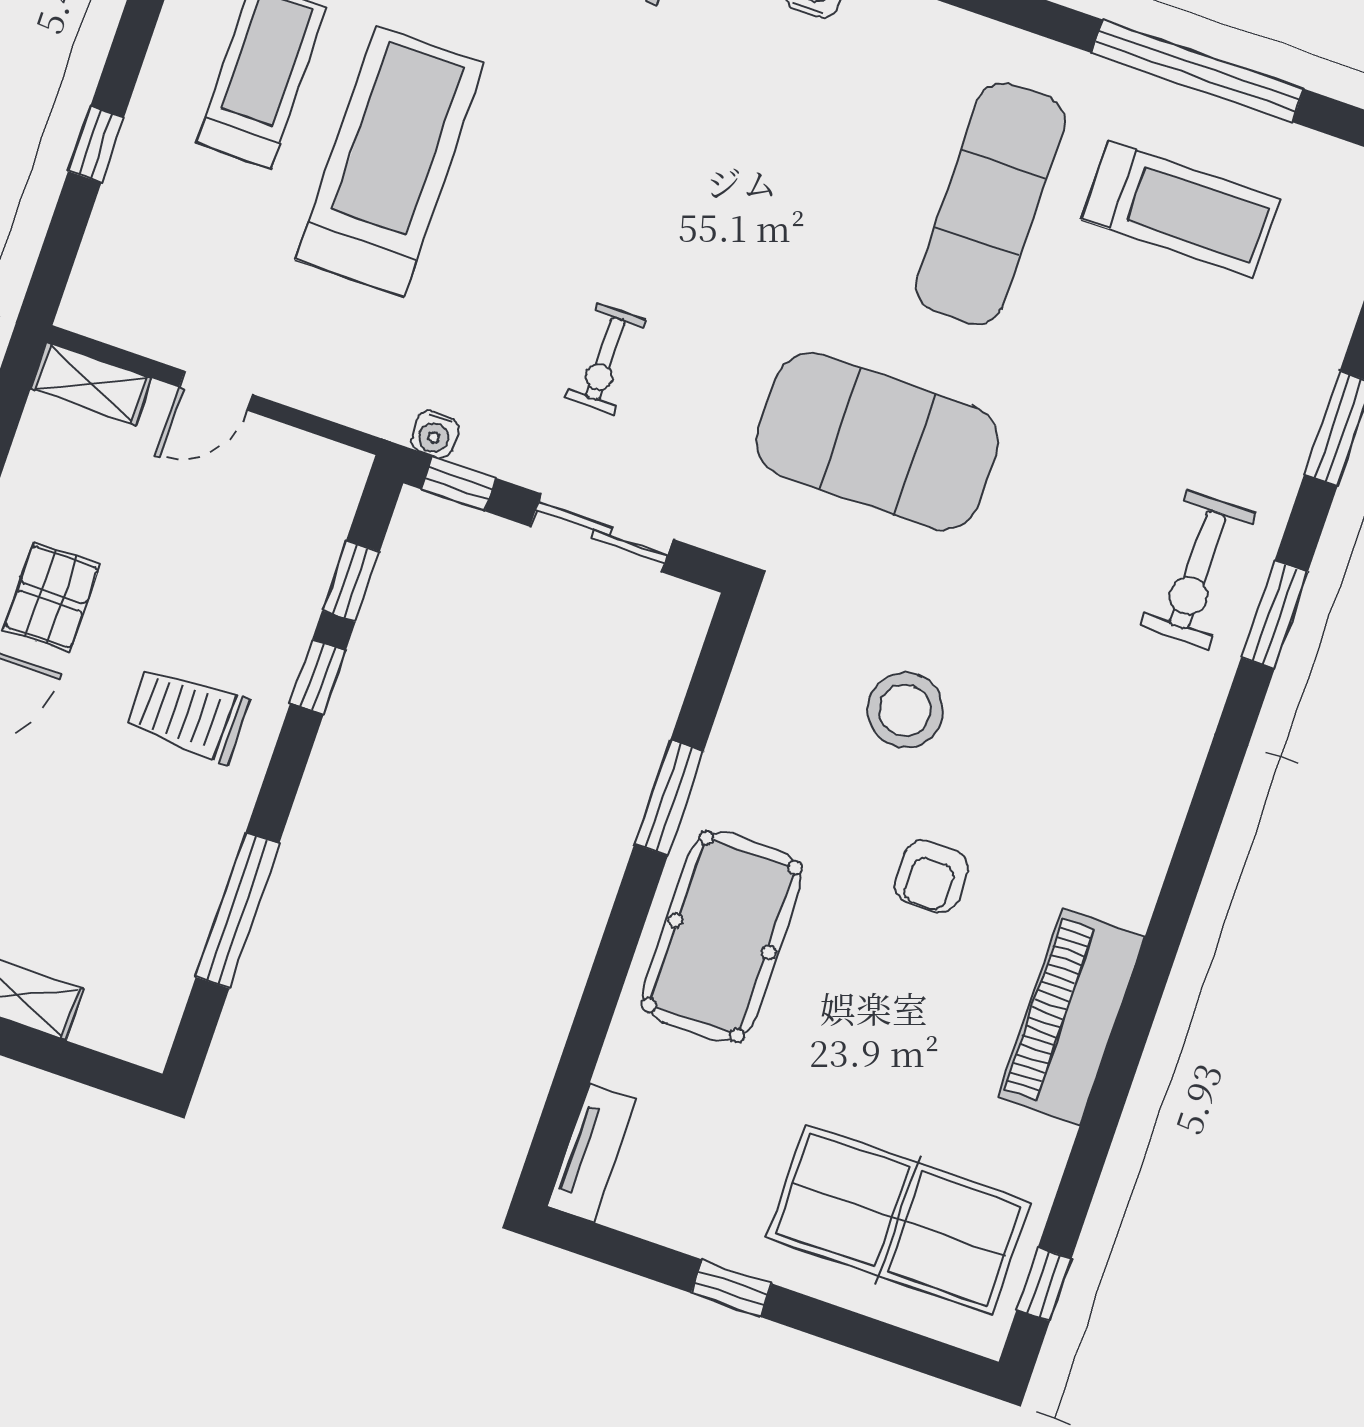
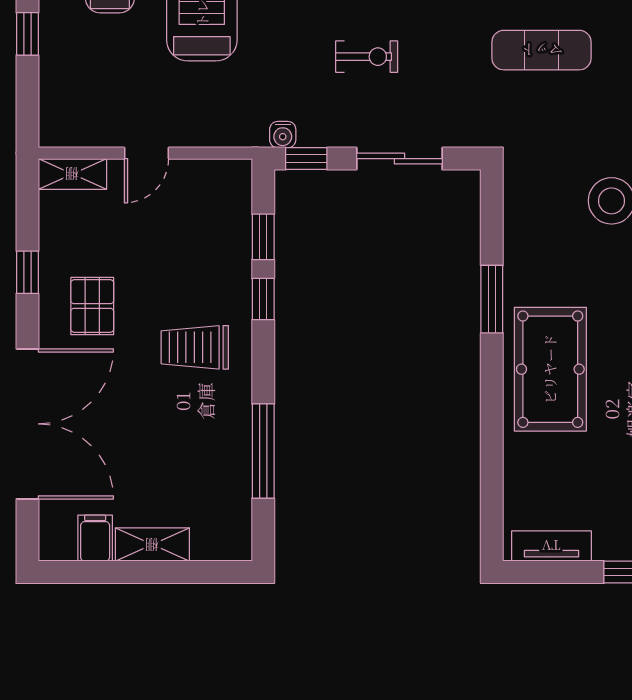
exercise bike: (605, 359) -> (367, 57), turned -90
exercise mat: (877, 441) -> (542, 50), width x0.50, depth x0.69
tv unit: (591, 1153) -> (551, 546), moved, turned -90

